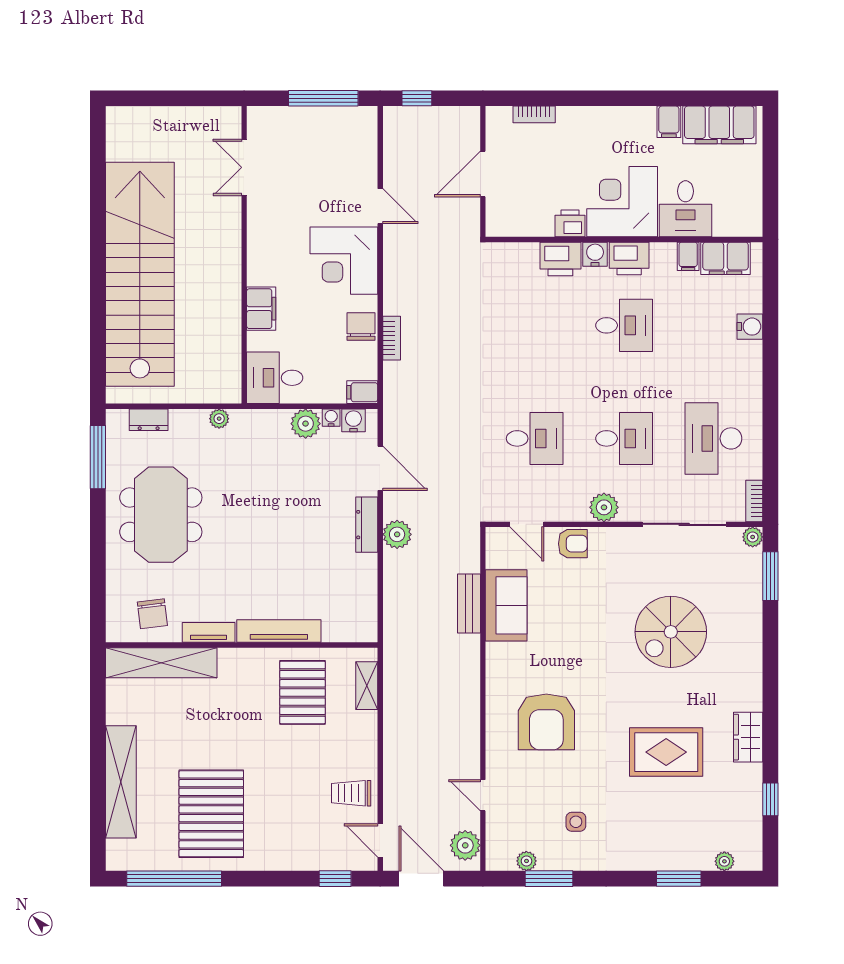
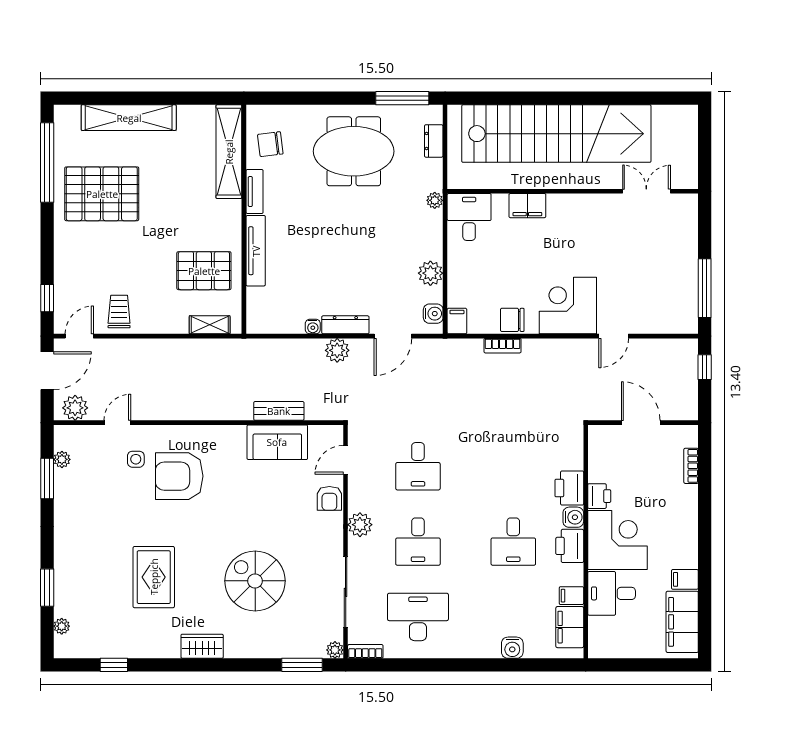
double door: (244, 167) -> (646, 191), moved
wall: (244, 255) -> (573, 191), moved
filing cabinet: (261, 309) -> (527, 206), moved
chair: (361, 327) -> (512, 320), turned 180
desk: (275, 378) -> (469, 217), moved
water cooler: (331, 418) -> (313, 327), moved, turned 90
wardrobe: (748, 737) -> (202, 646), moved
side table: (576, 822) -> (136, 459), moved

